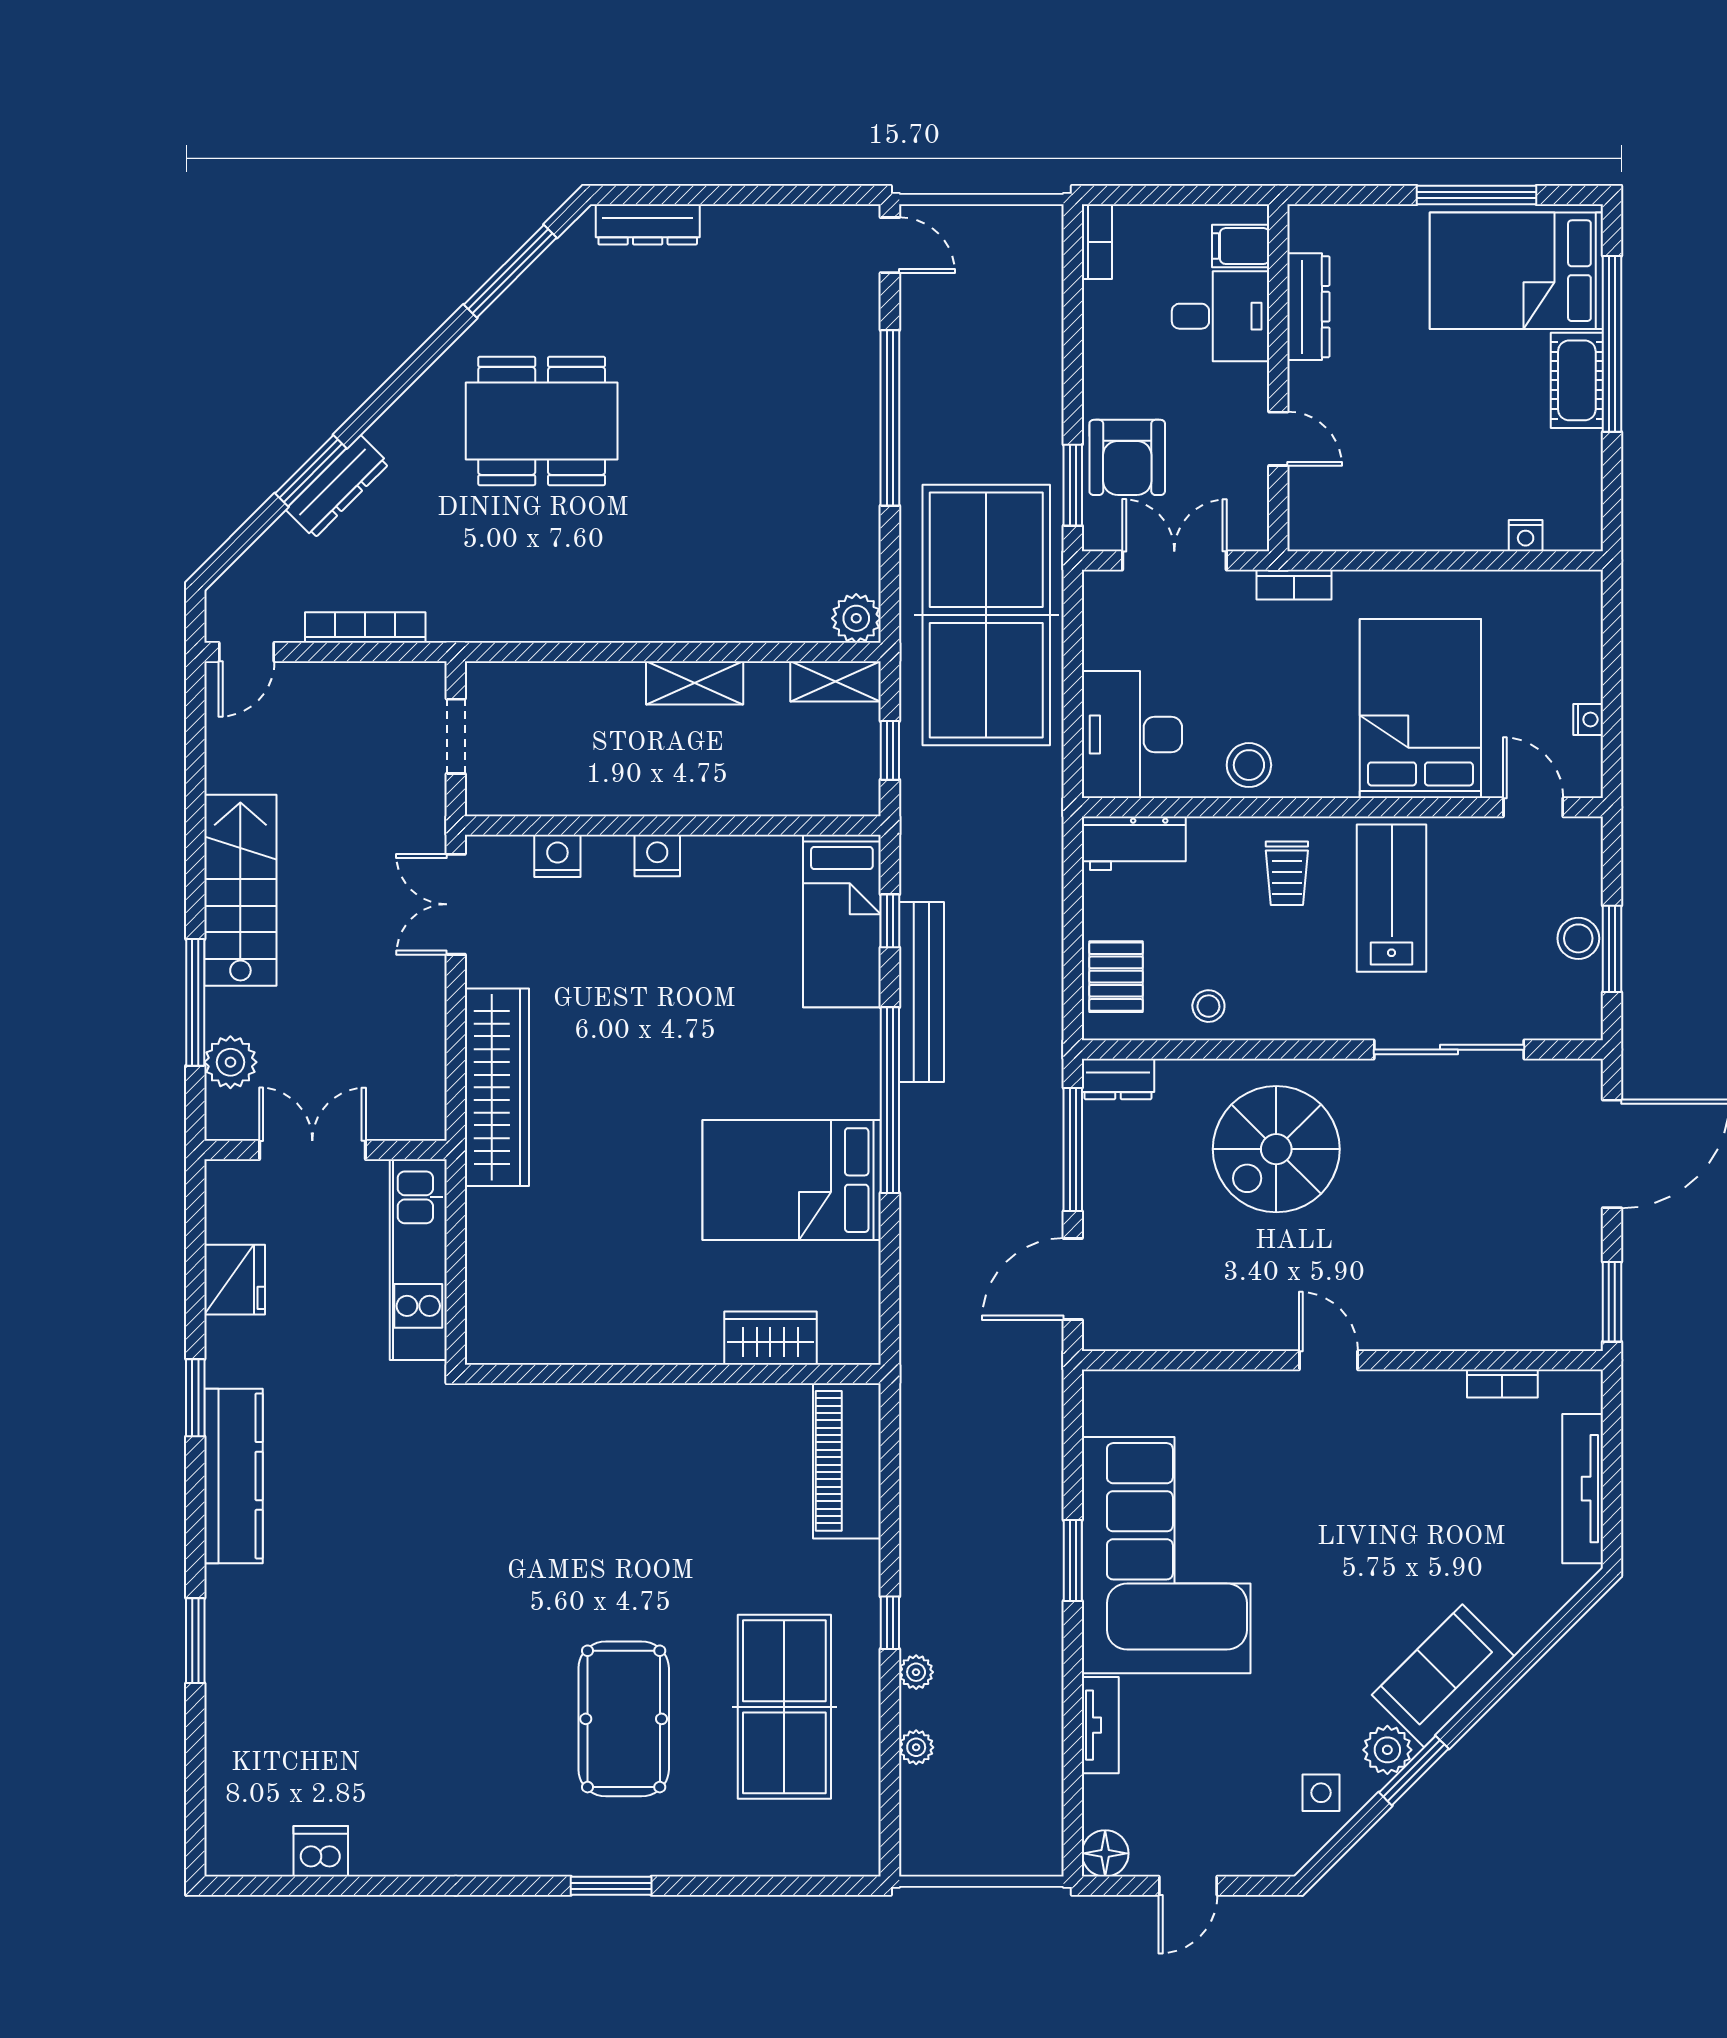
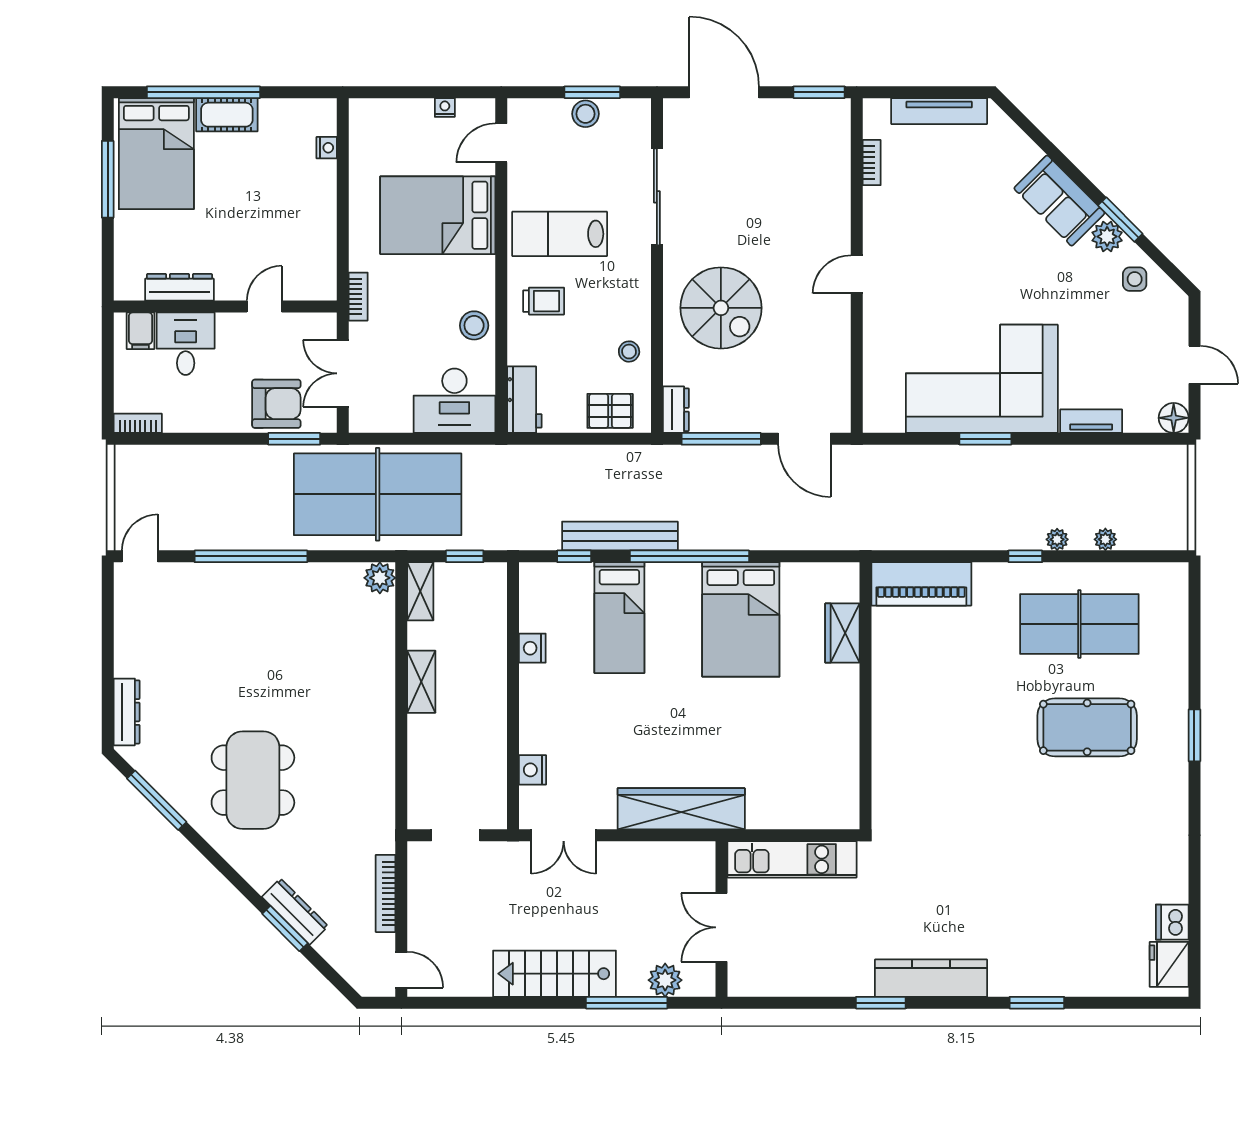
nightstand: (657, 856) -> (532, 648), moved
bed: (842, 921) -> (619, 618), moved, turned 90
fridge: (235, 1280) -> (1169, 964), moved, turned -90

